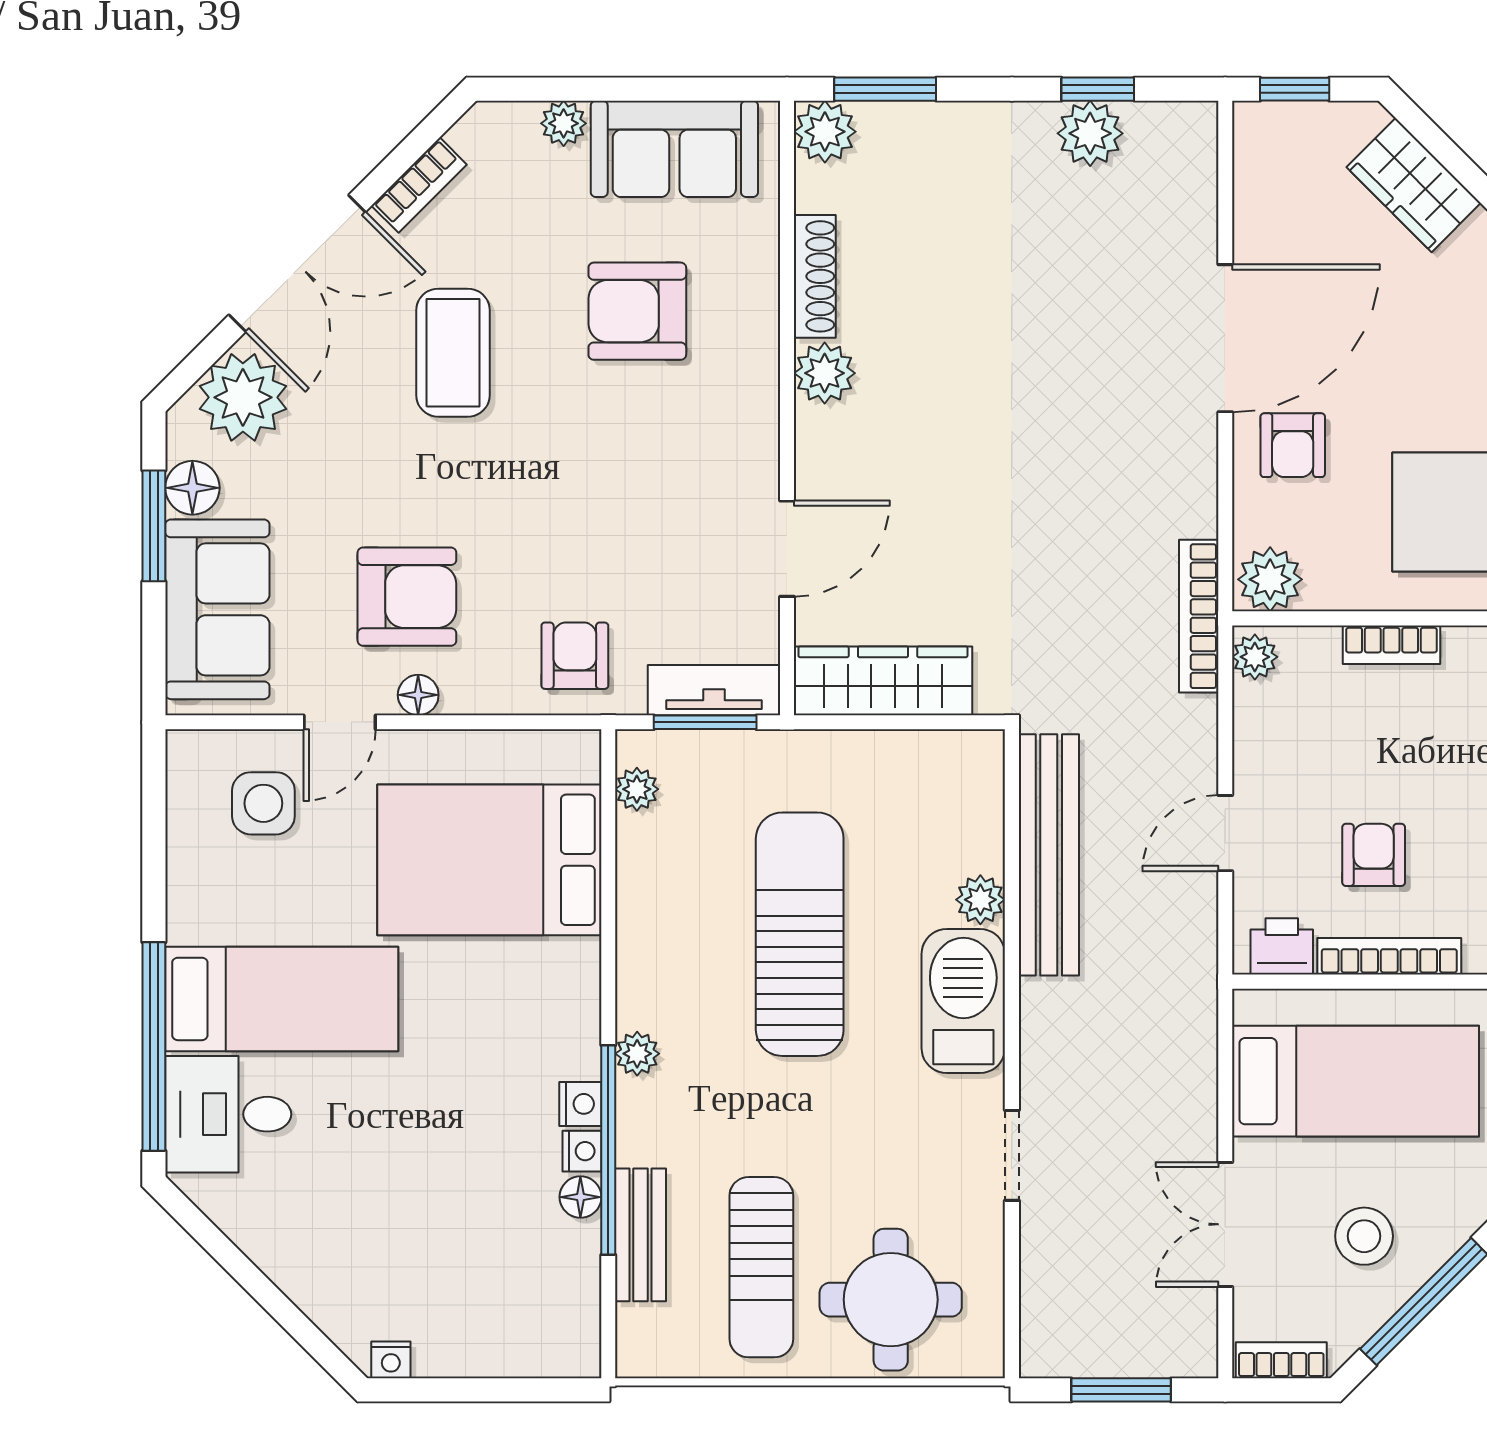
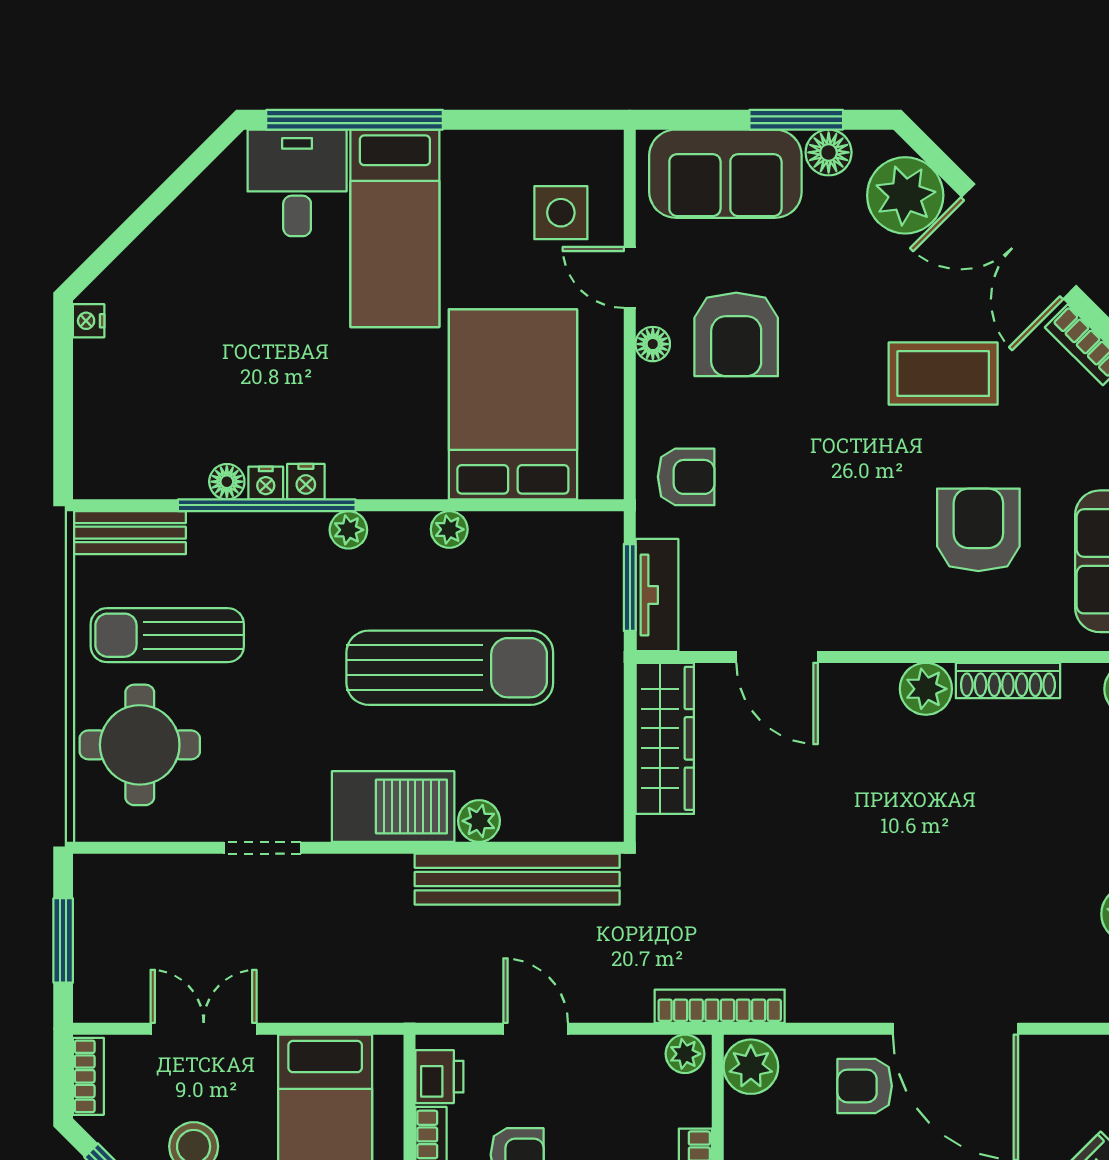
plant: (637, 789) -> (449, 529), moved
bench: (641, 1235) -> (129, 533), moved

